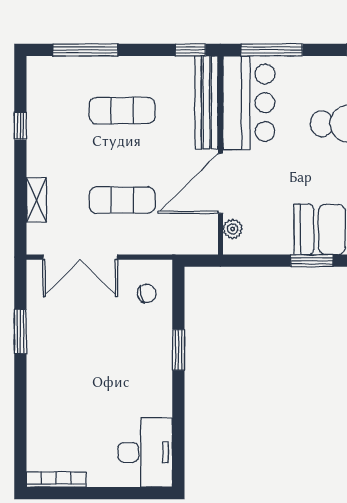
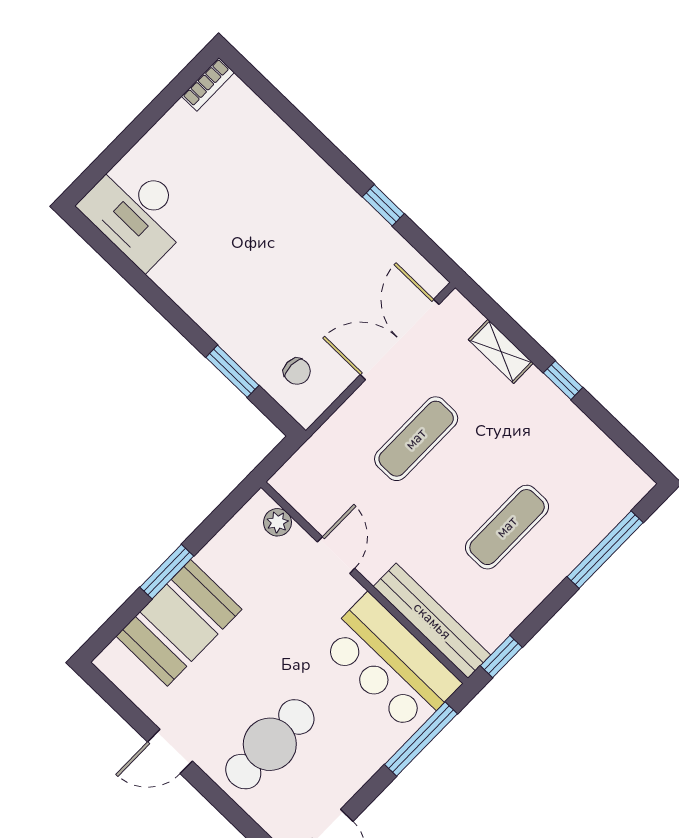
window: (20, 126) -> (563, 380), moved
door: (220, 183) -> (336, 555), width x0.53
chair: (147, 293) -> (297, 371), turned -79
window: (20, 331) -> (383, 205), width x0.67
window: (178, 350) -> (232, 371), moved
bookcase: (56, 479) -> (208, 84), width x0.64

